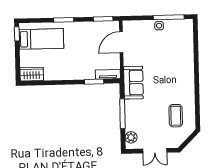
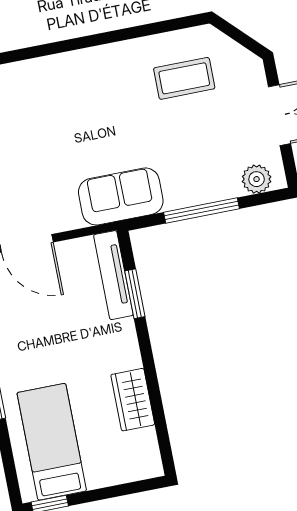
wardrobe: (32, 74) -> (133, 400), moved
tv unit: (108, 74) -> (113, 275), width x1.41

